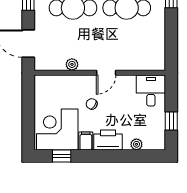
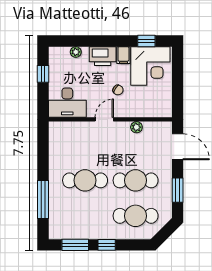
desk: (151, 91) -> (67, 103), width x1.37

